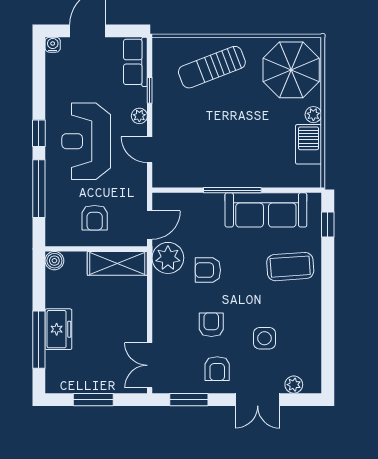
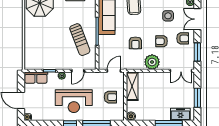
sun lounger: (212, 67) -> (80, 40), moved
door: (150, 225) -> (114, 71), hinge flipped
plant: (168, 258) -> (152, 62), moved
freezer: (58, 329) -> (180, 114), moved
double door: (258, 400) -> (197, 19), swing flipped

